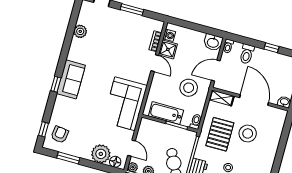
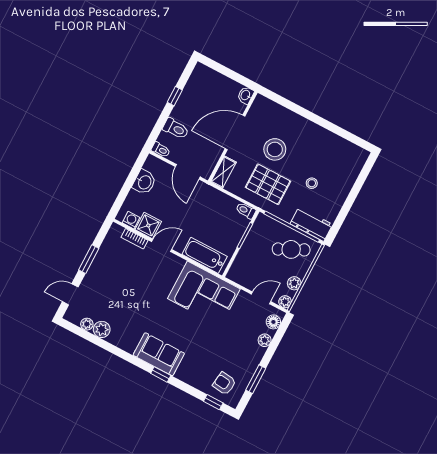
plant: (82, 19) -> (87, 324), added
washbasin: (213, 42) -> (144, 182), moved
stool: (189, 88) -> (202, 210), removed
bathtub: (166, 113) -> (205, 255), moved, turned 90
plant: (101, 154) -> (265, 340), width x0.53, depth x0.53

